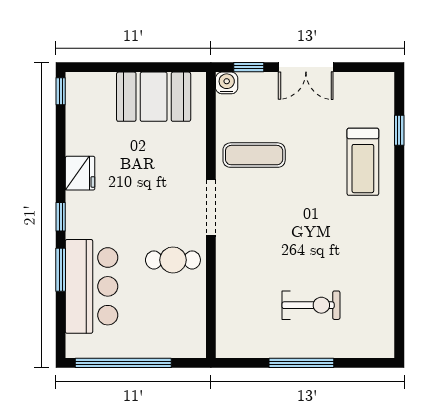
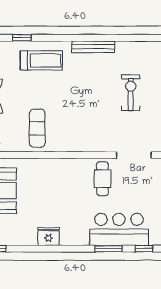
doorway: (211, 208) -> (134, 155), moved
window: (61, 217) -> (144, 249), moved
bench: (385, 245) -> (93, 47), added

